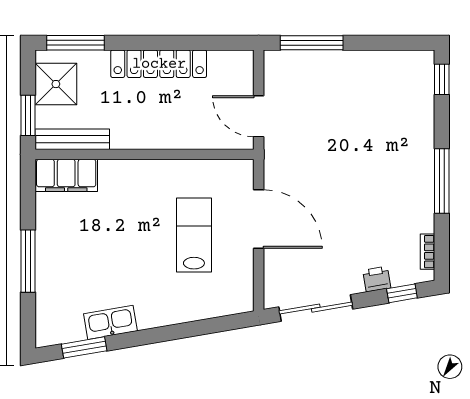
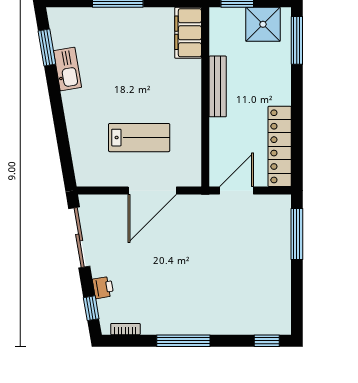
locker: (159, 64) -> (280, 146), moved
bench: (72, 139) -> (218, 86), moved

